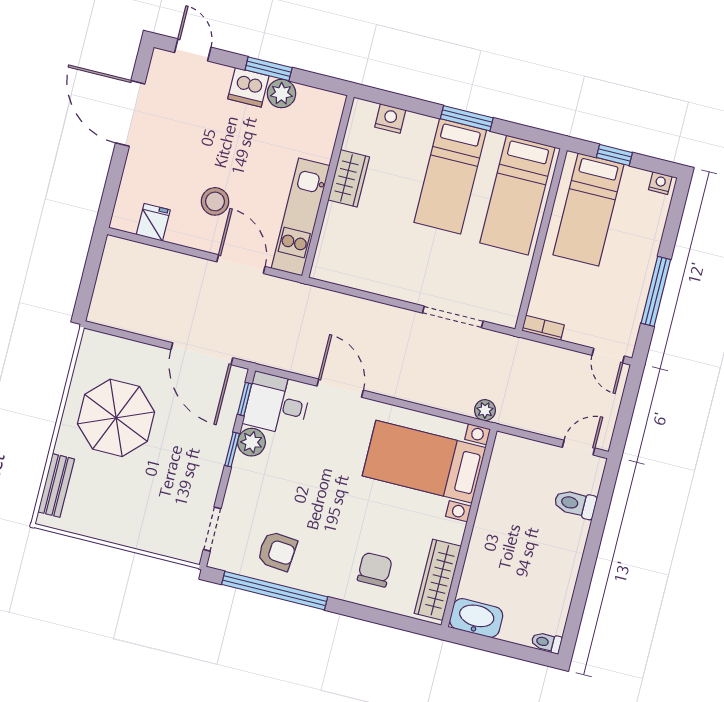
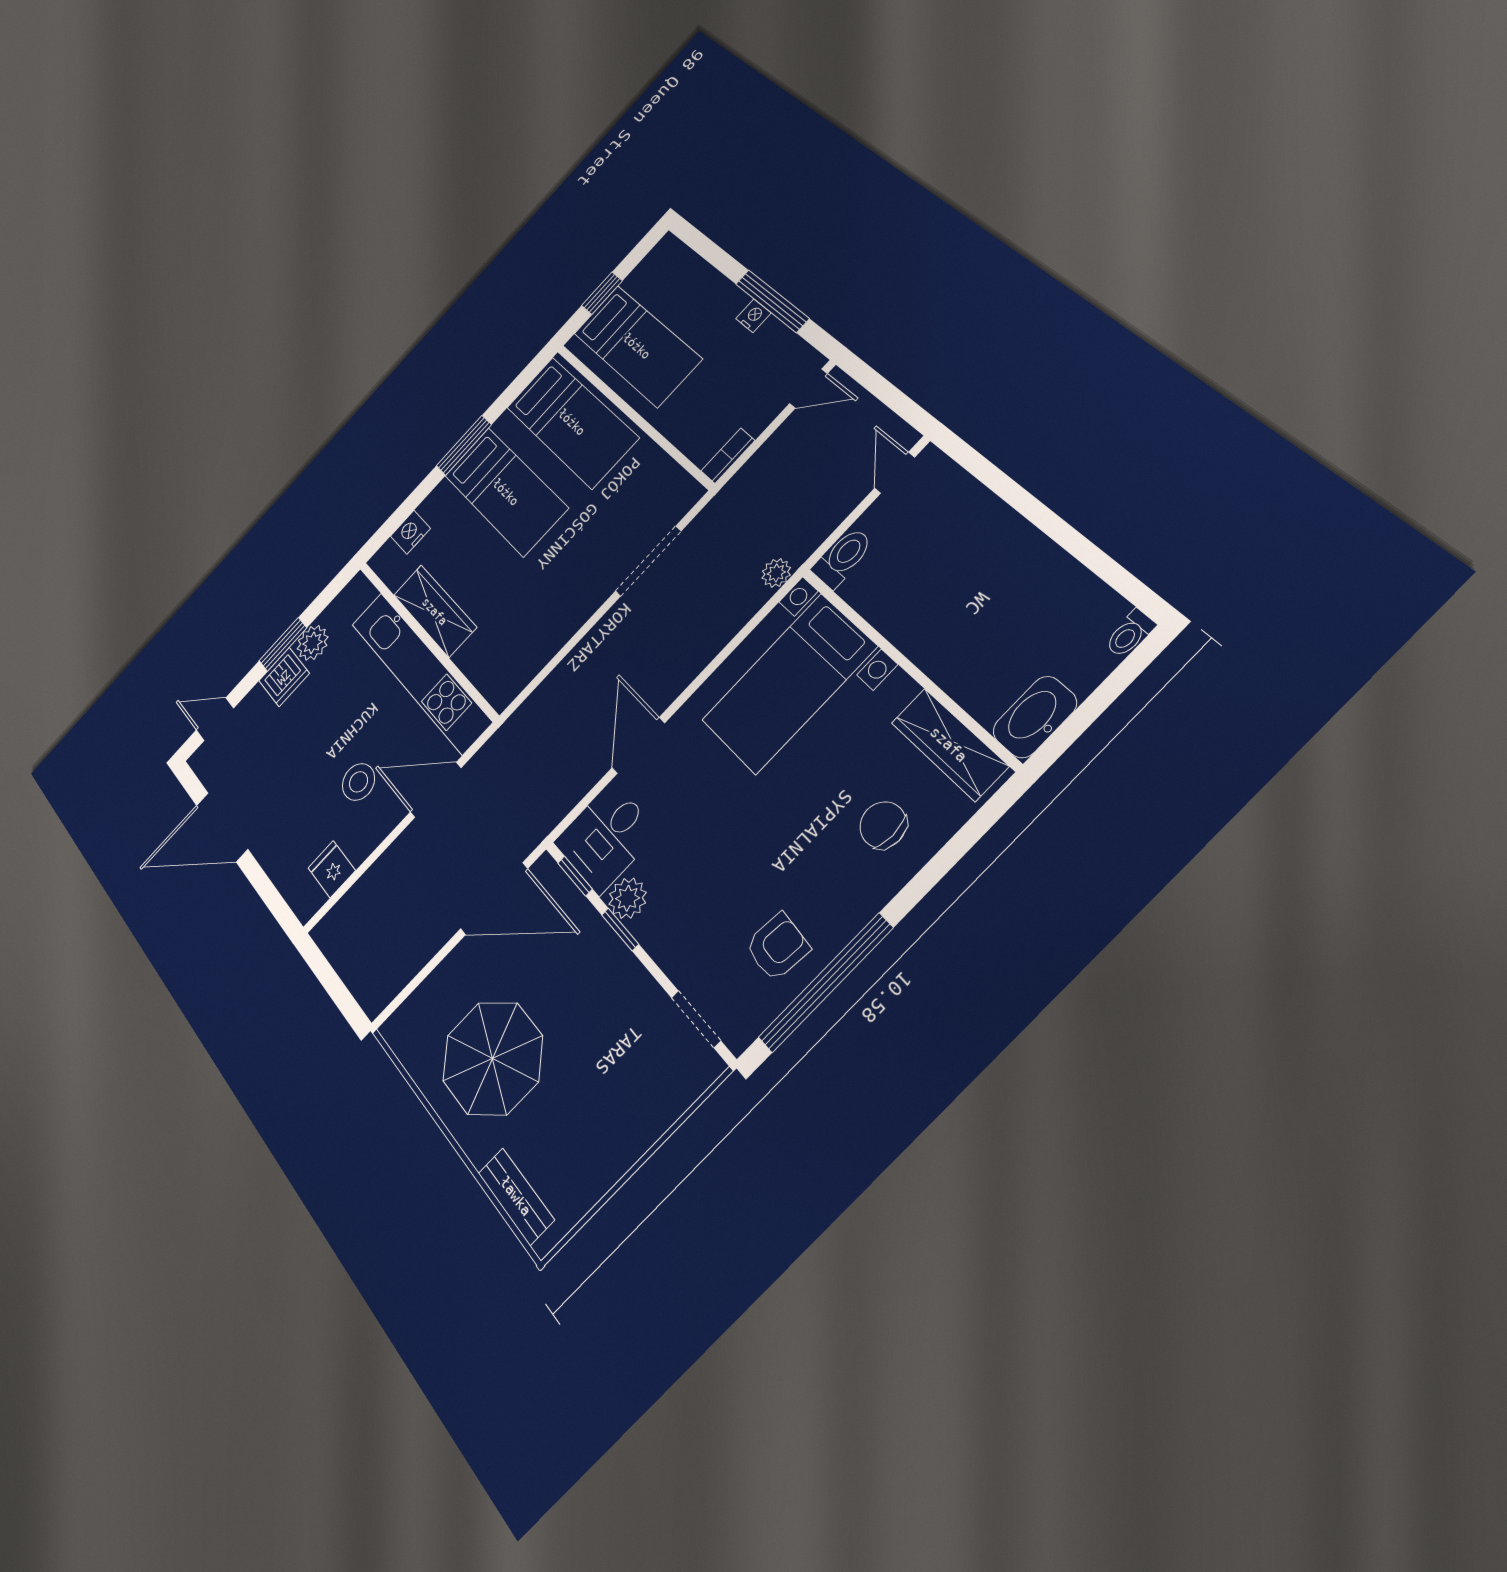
wardrobe: (349, 178) -> (435, 611), width x1.50
nightstand: (660, 183) -> (753, 316), moved, turned 90
kitchen unit: (301, 217) -> (420, 672), width x1.36
door: (340, 388) -> (638, 745), hinge flipped
toilet: (575, 504) -> (843, 558), moved, turned 180

